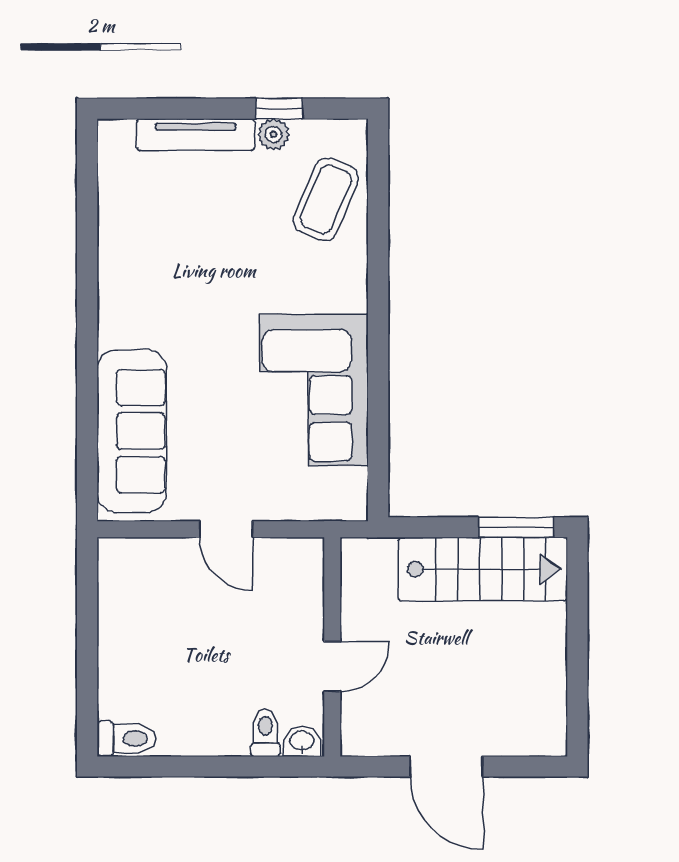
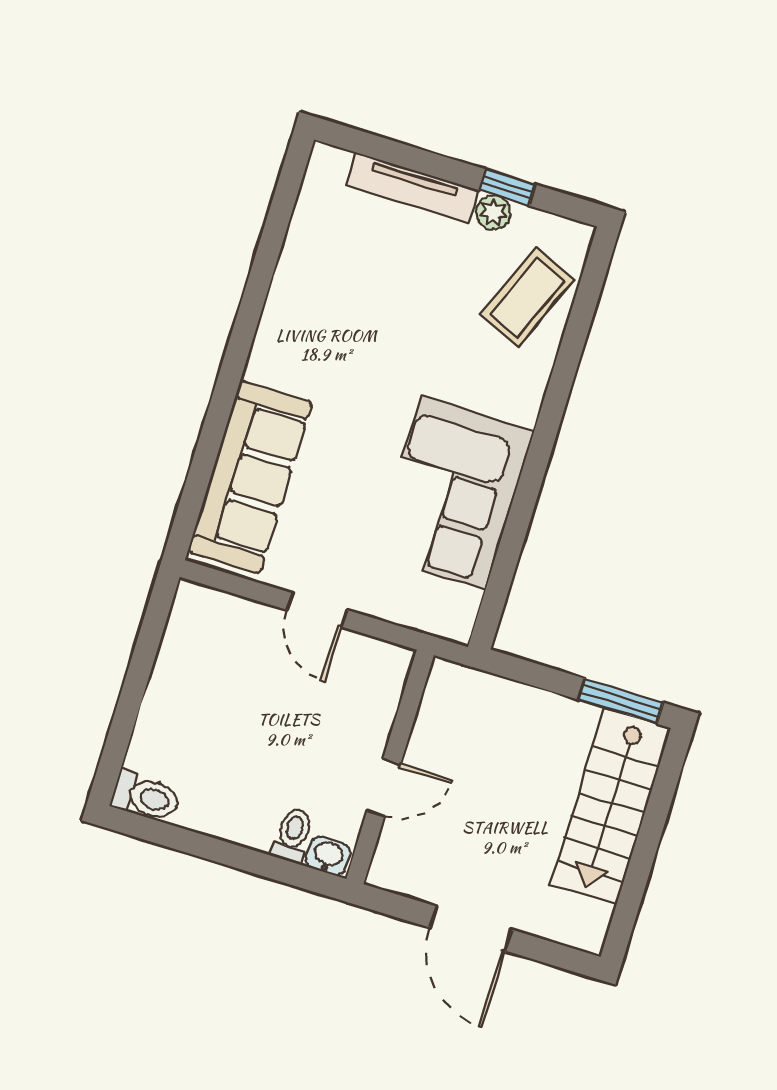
stairs: (483, 569) -> (611, 806), moved, turned 90

